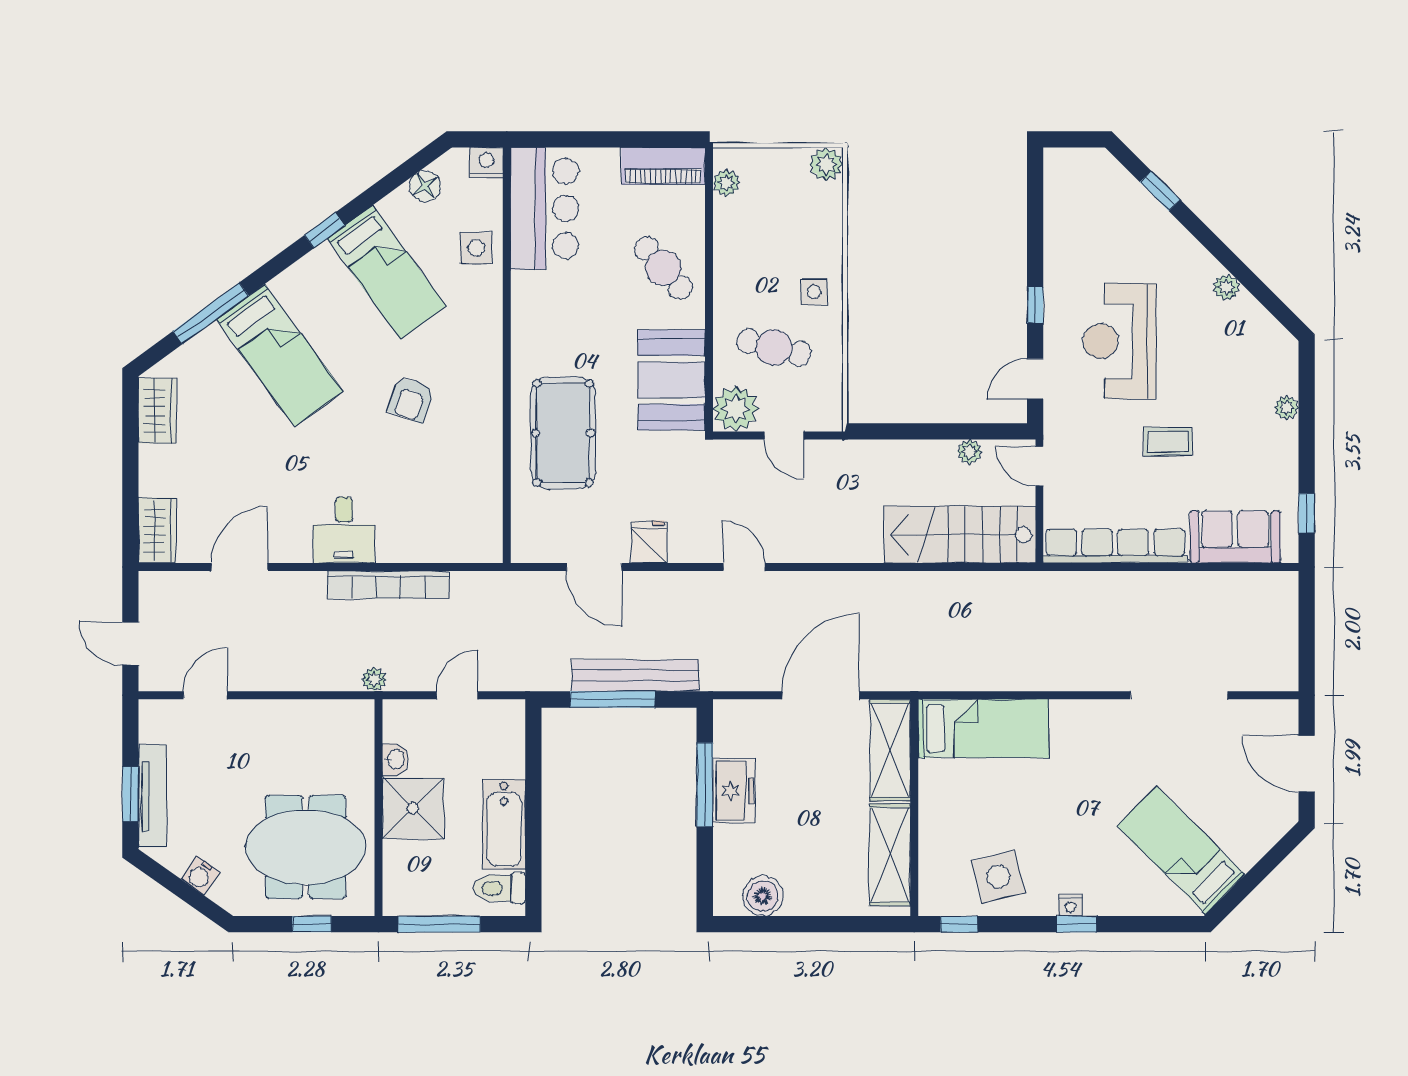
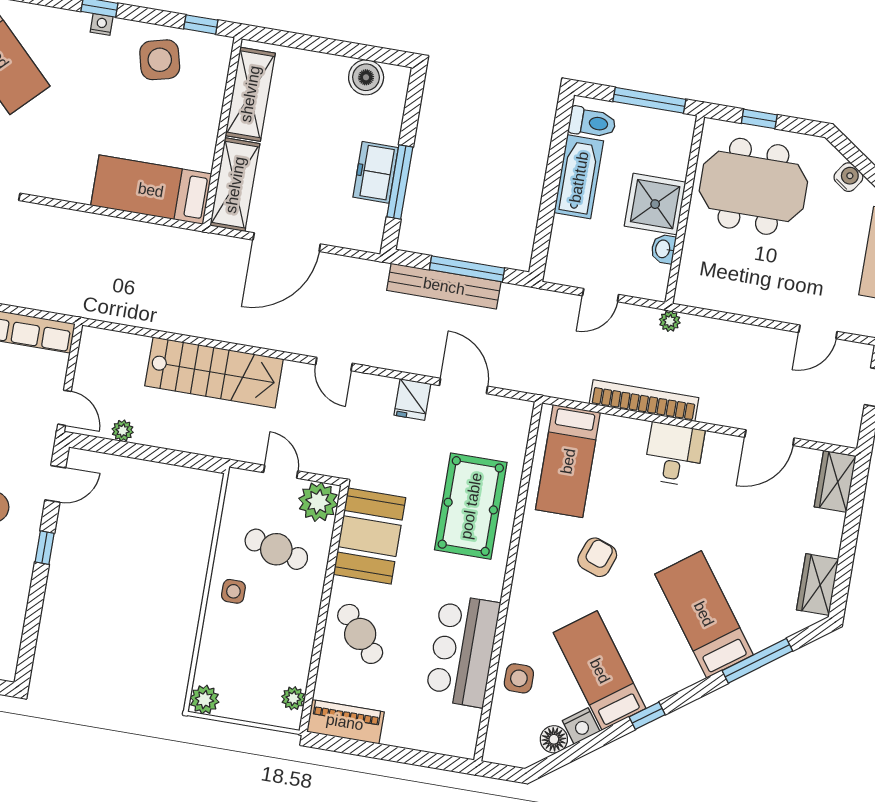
nightstand: (486, 163) -> (581, 726), moved, turned -36
bar counter: (545, 208) -> (463, 651), moved
bed: (462, 502) -> (568, 461), added
stairs: (960, 535) -> (214, 372), moved

